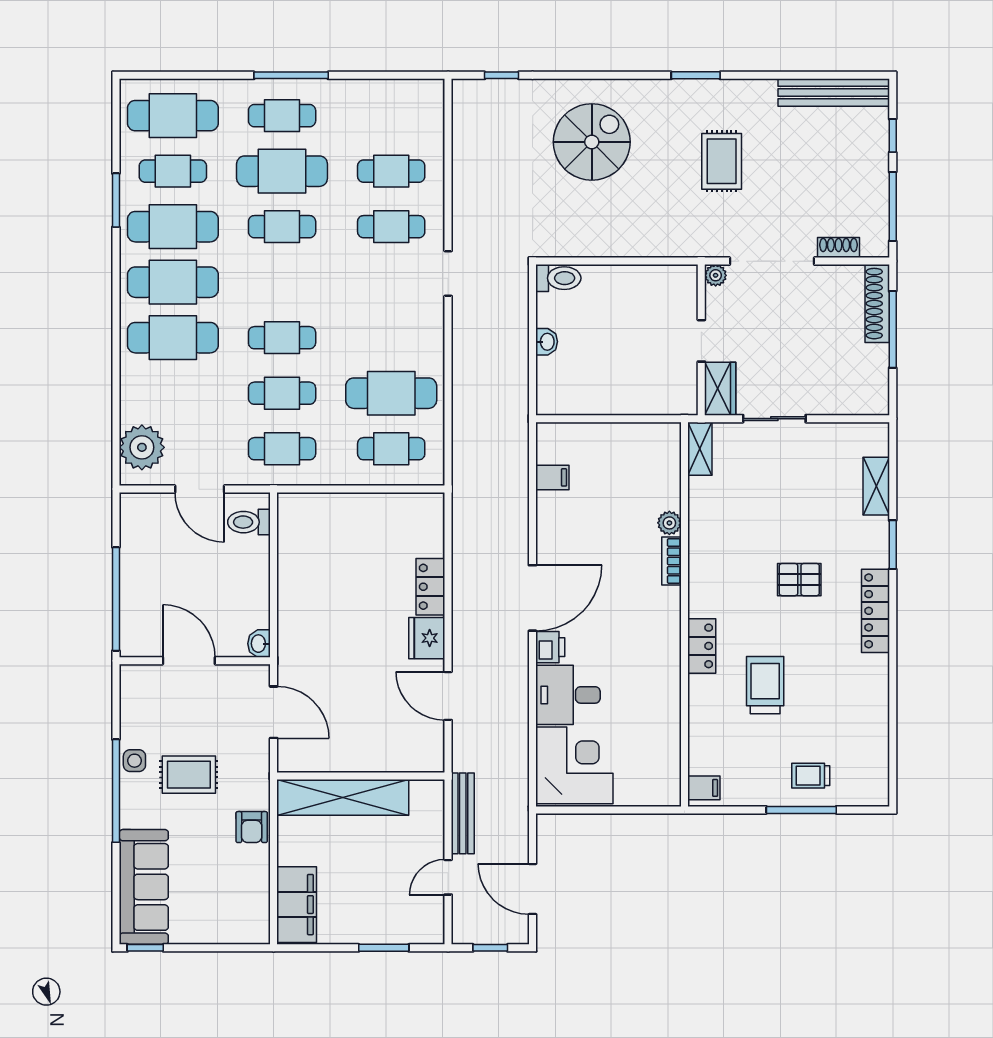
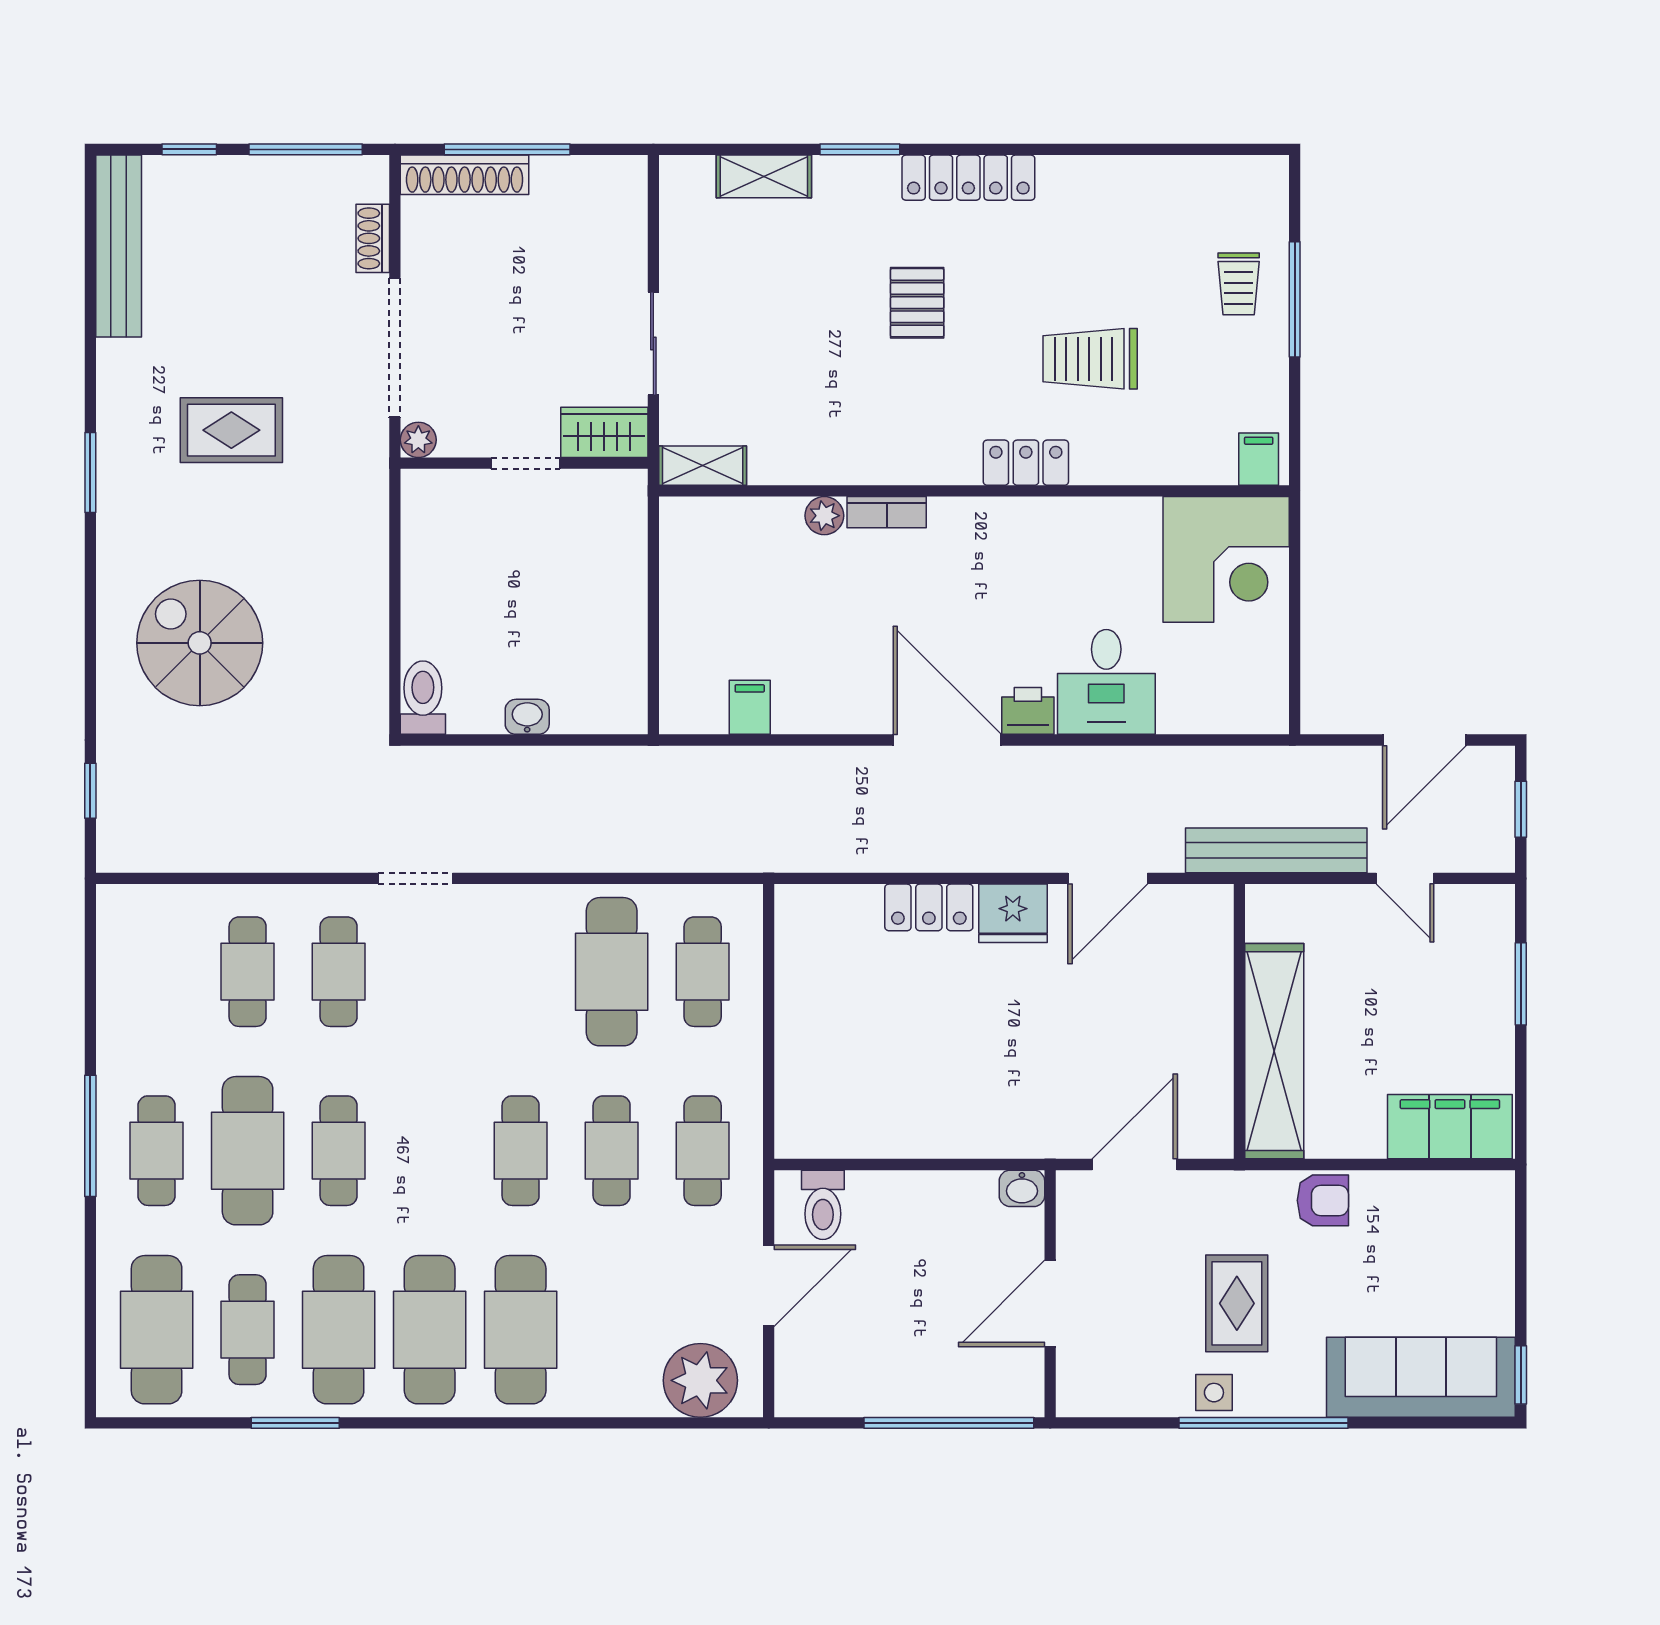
corner desk: (574, 765) -> (1226, 559), moved, turned 180
bench: (463, 813) -> (1276, 850), width x1.37, depth x1.21

